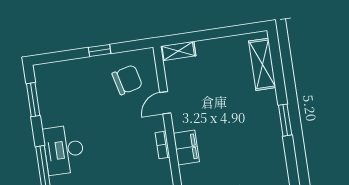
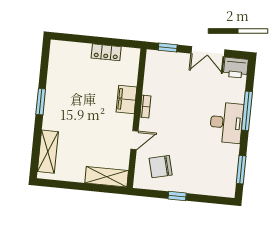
shelving: (178, 51) -> (107, 177), width x1.50, depth x1.33

